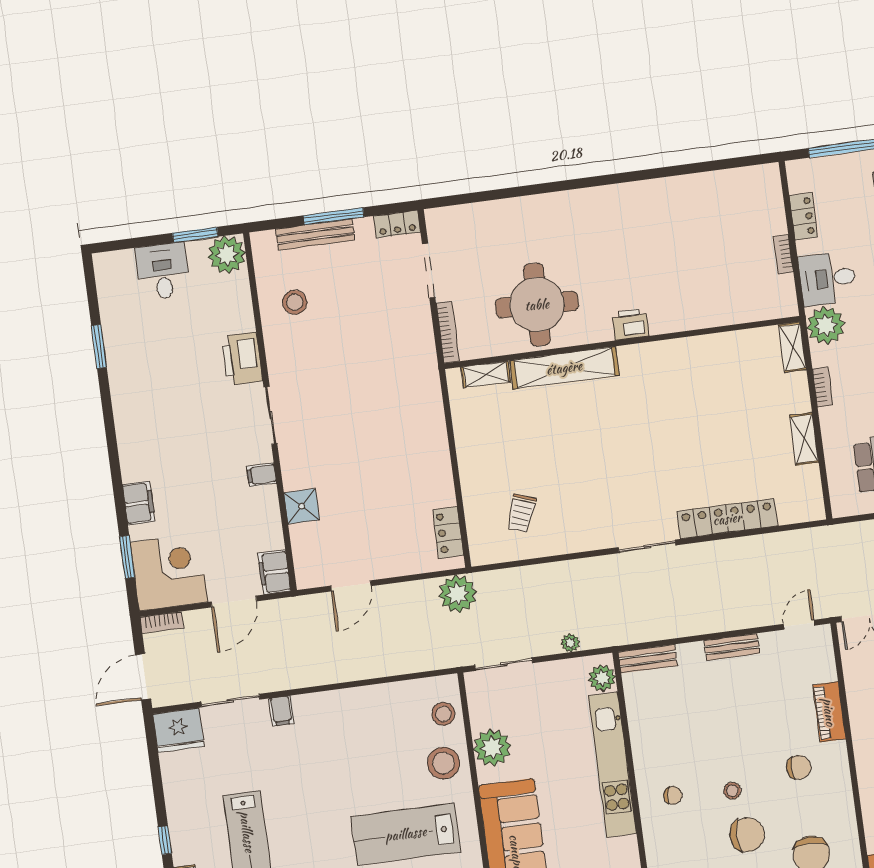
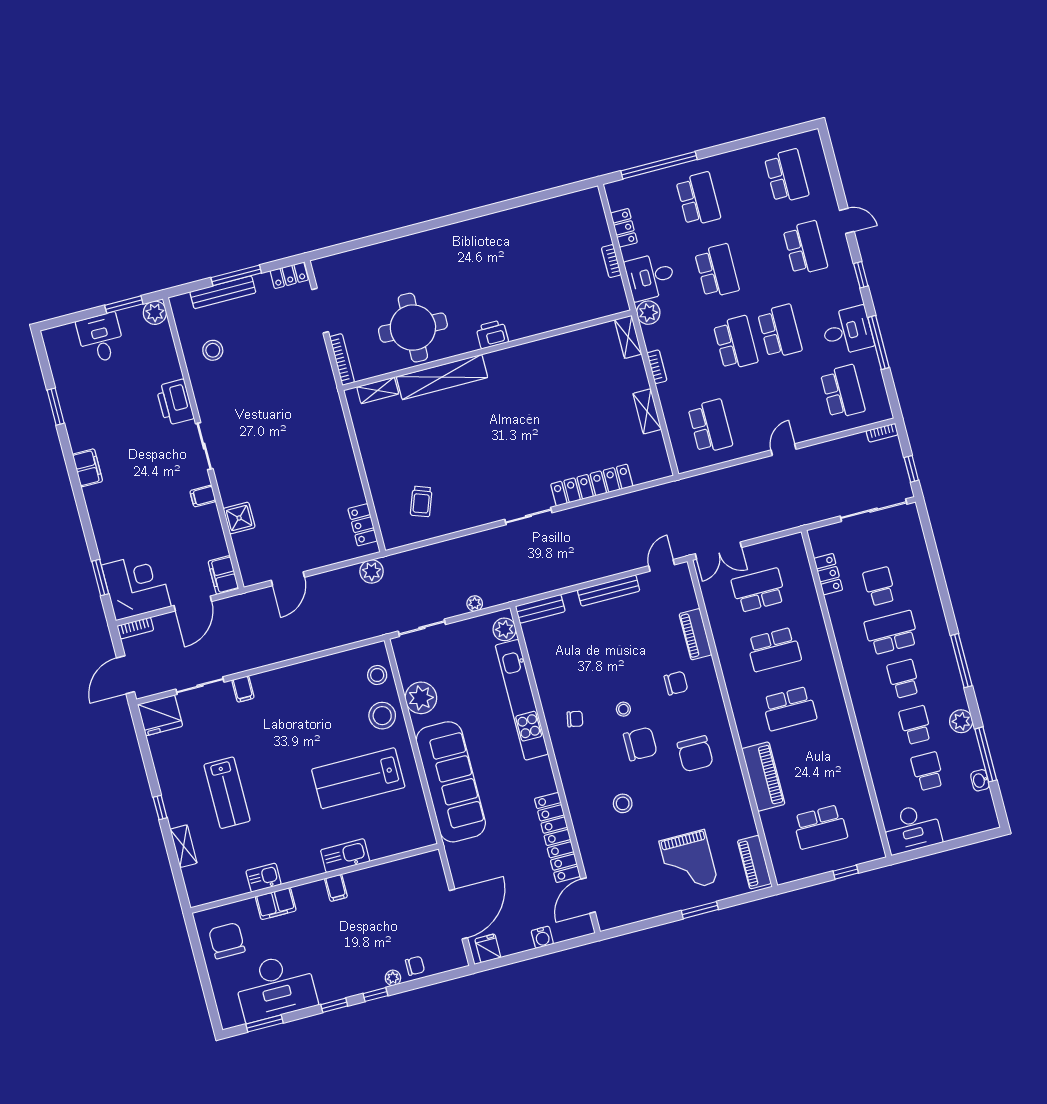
plant: (227, 255) -> (155, 313), width x0.73, depth x0.73
plant: (826, 326) -> (648, 313), width x0.73, depth x0.73
filing cabinet: (139, 503) -> (88, 468), moved
plant: (458, 594) -> (372, 571), width x0.73, depth x0.73
bench: (732, 647) -> (609, 590), width x1.36

